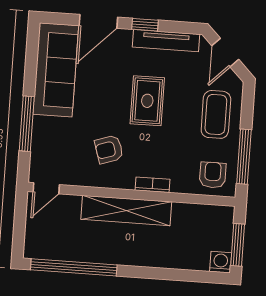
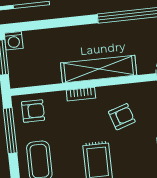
armchair: (213, 175) -> (33, 111), turned -90

